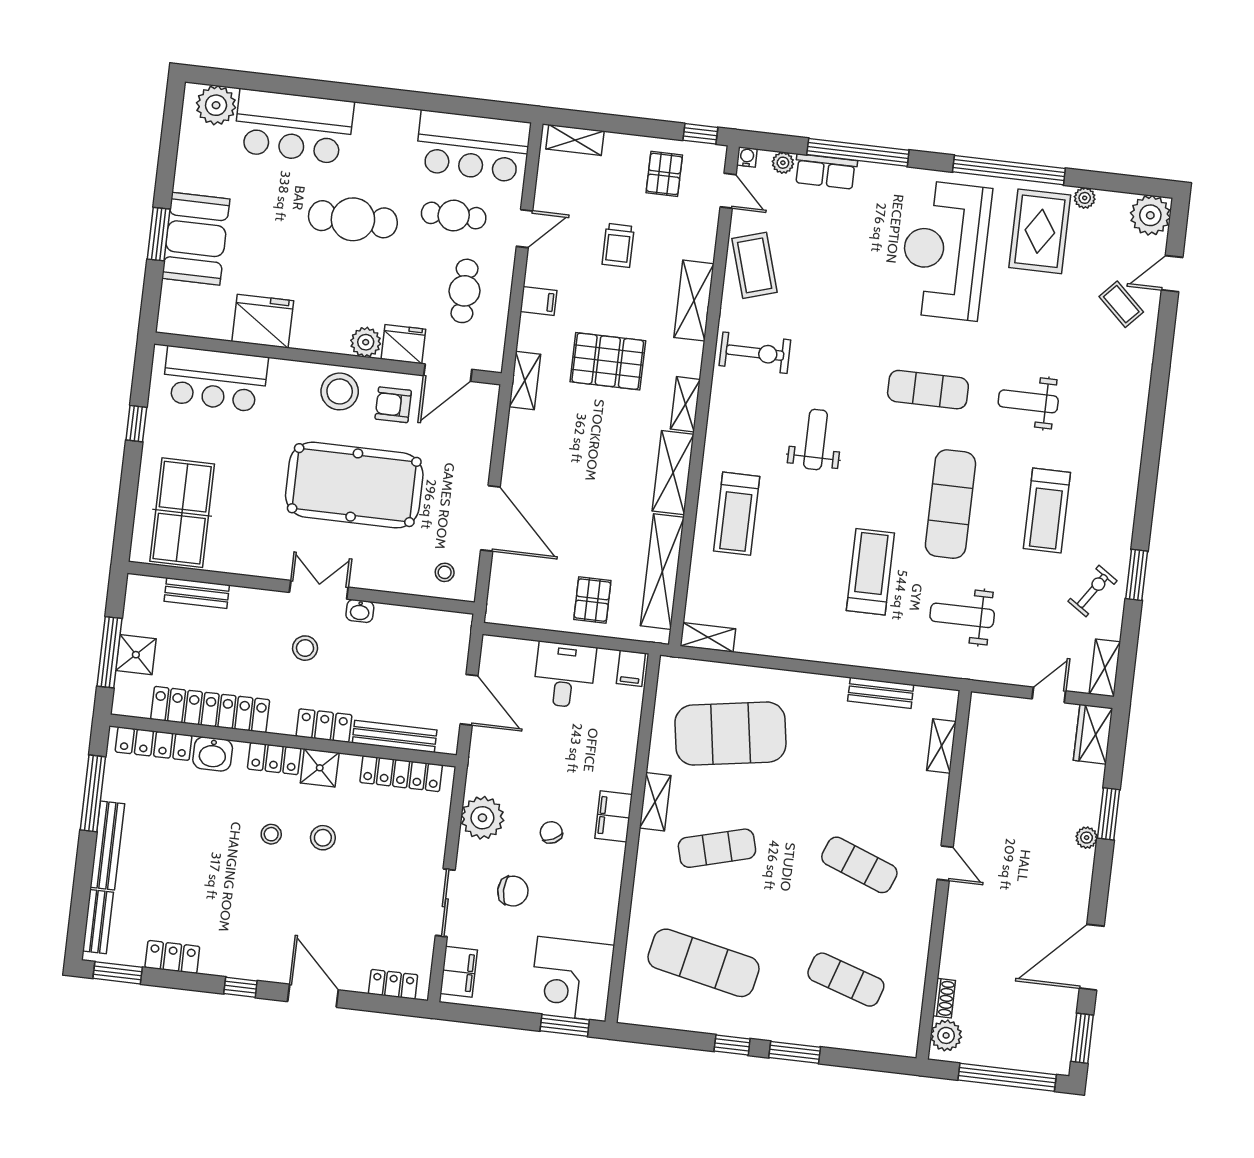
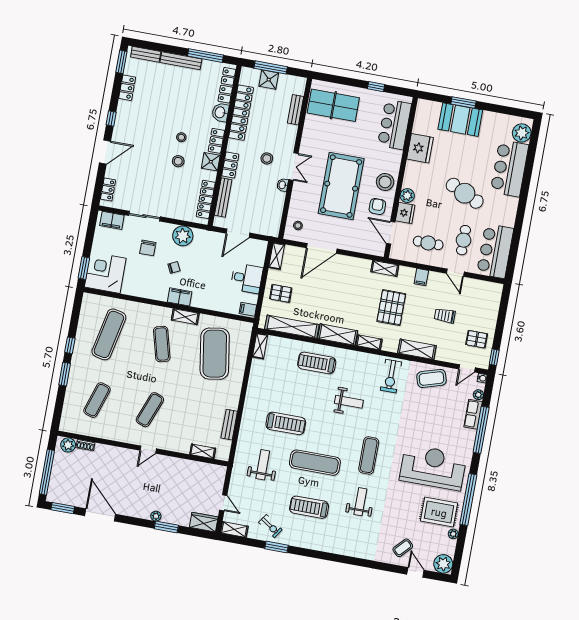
shelving: (575, 140) -> (277, 256), moved
cafe table: (353, 219) -> (465, 193), turned -65

